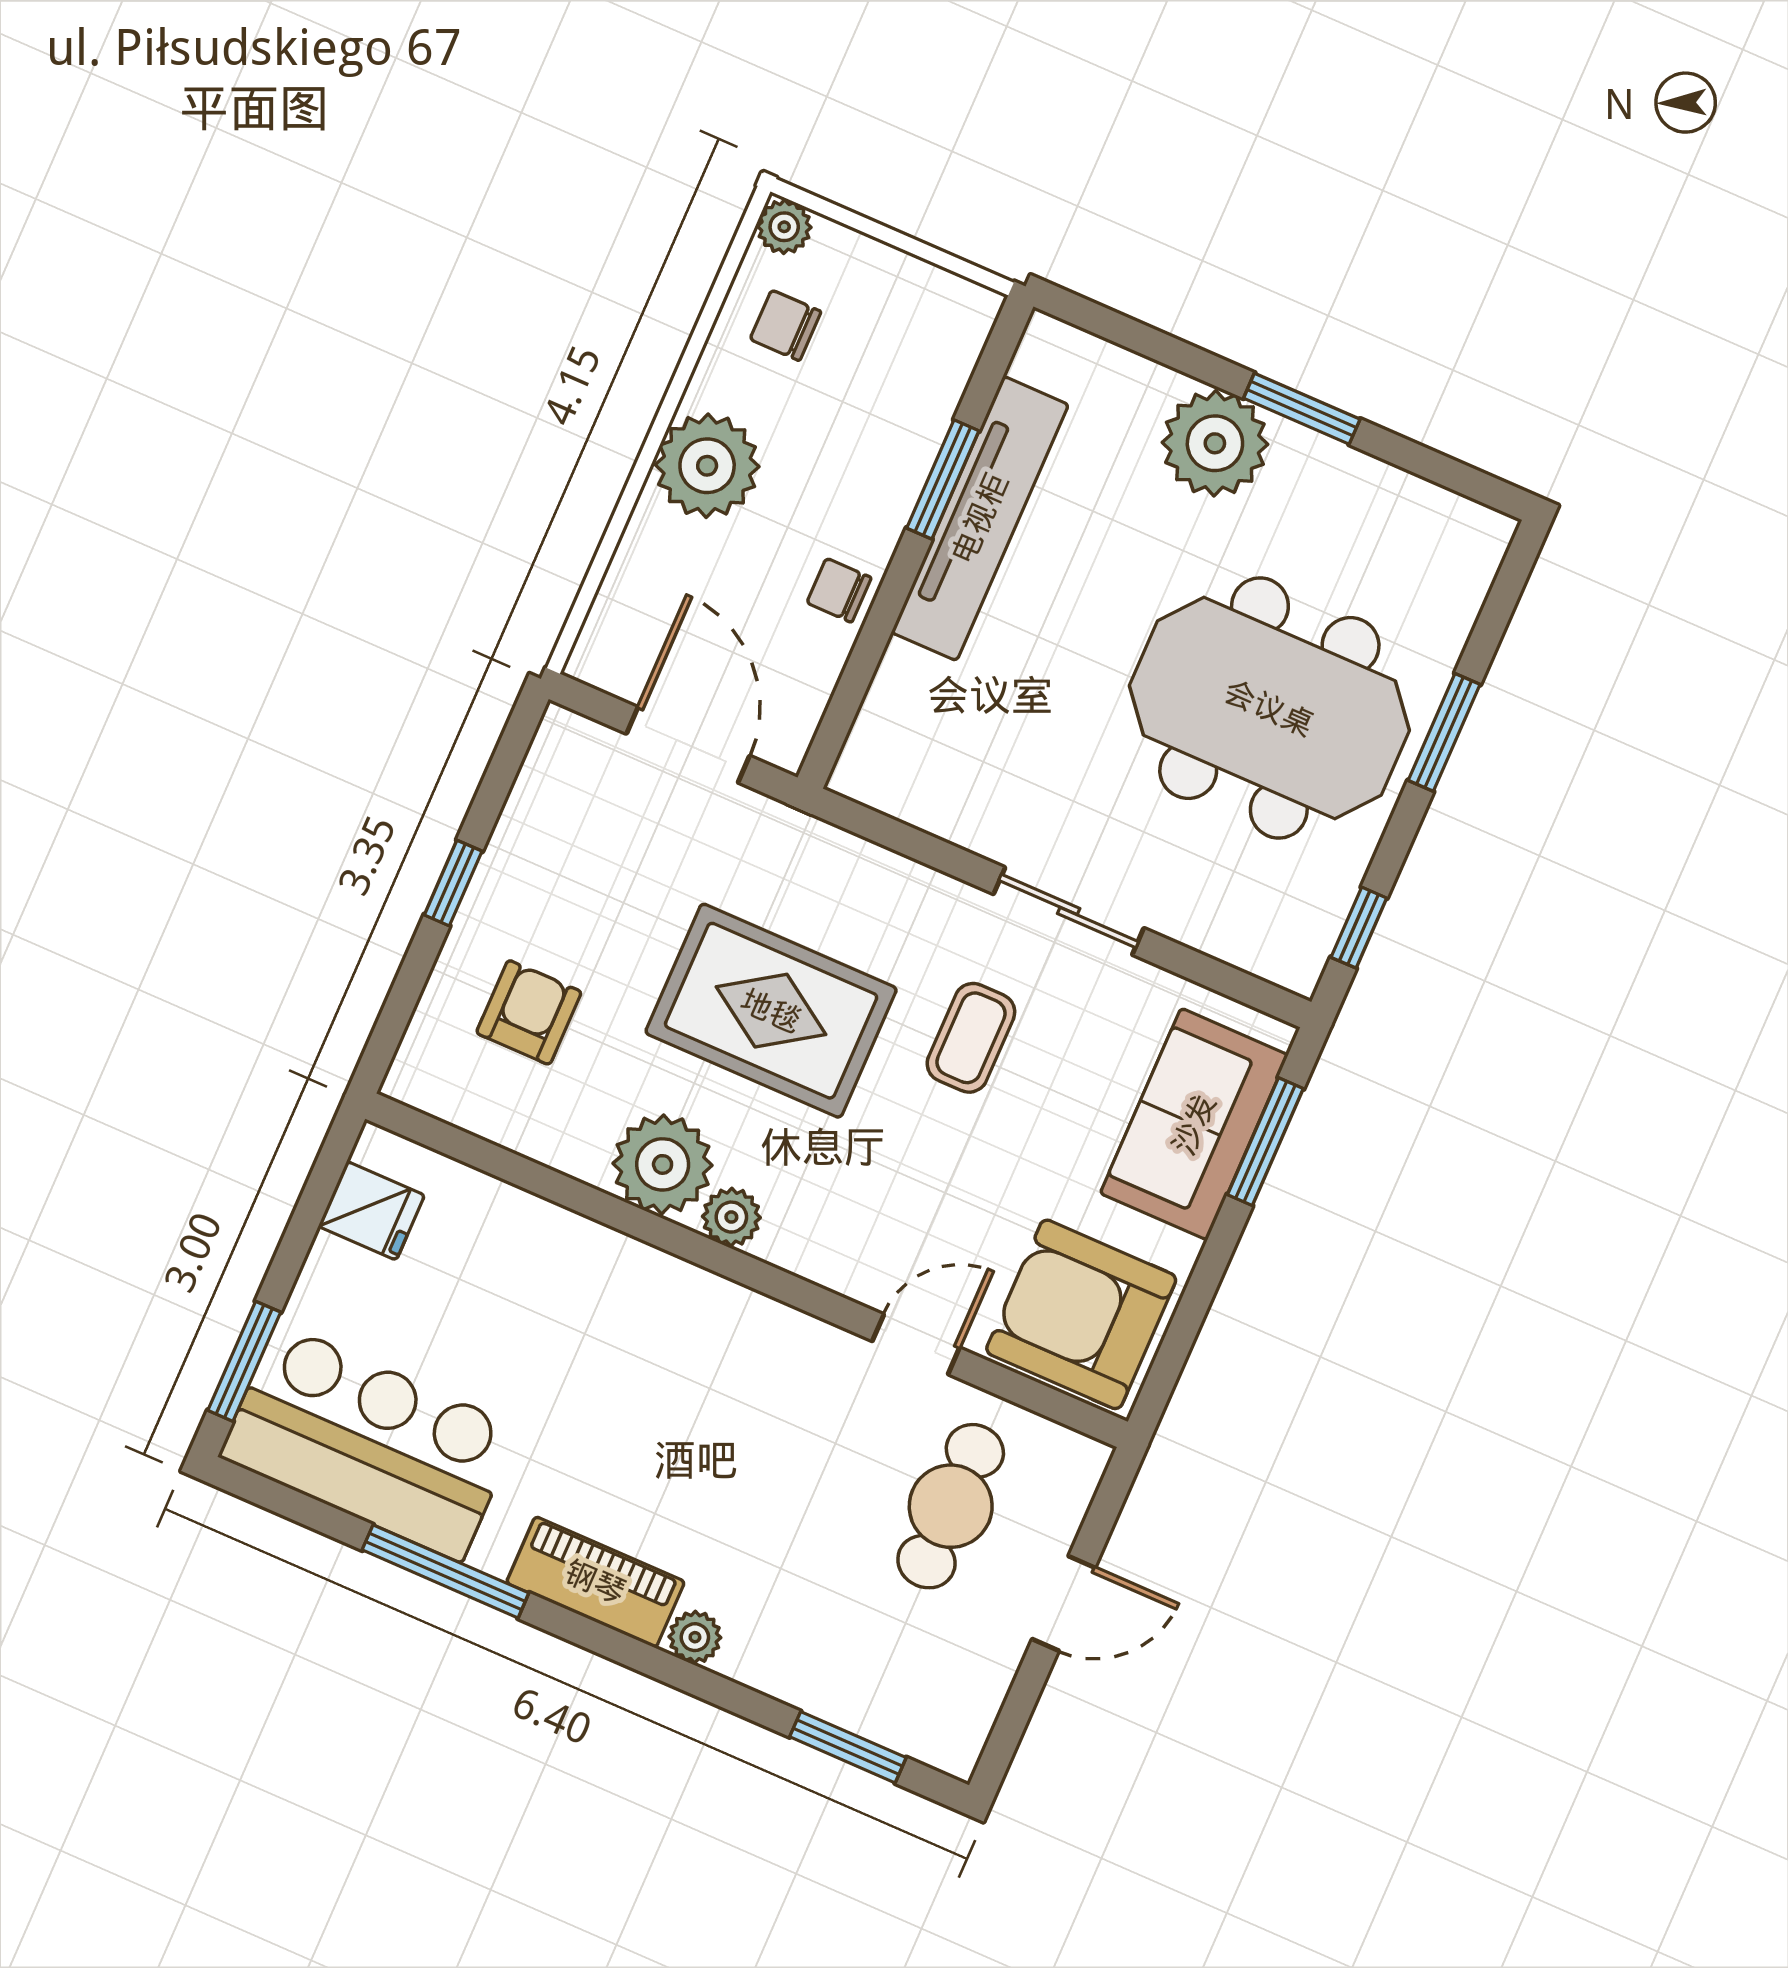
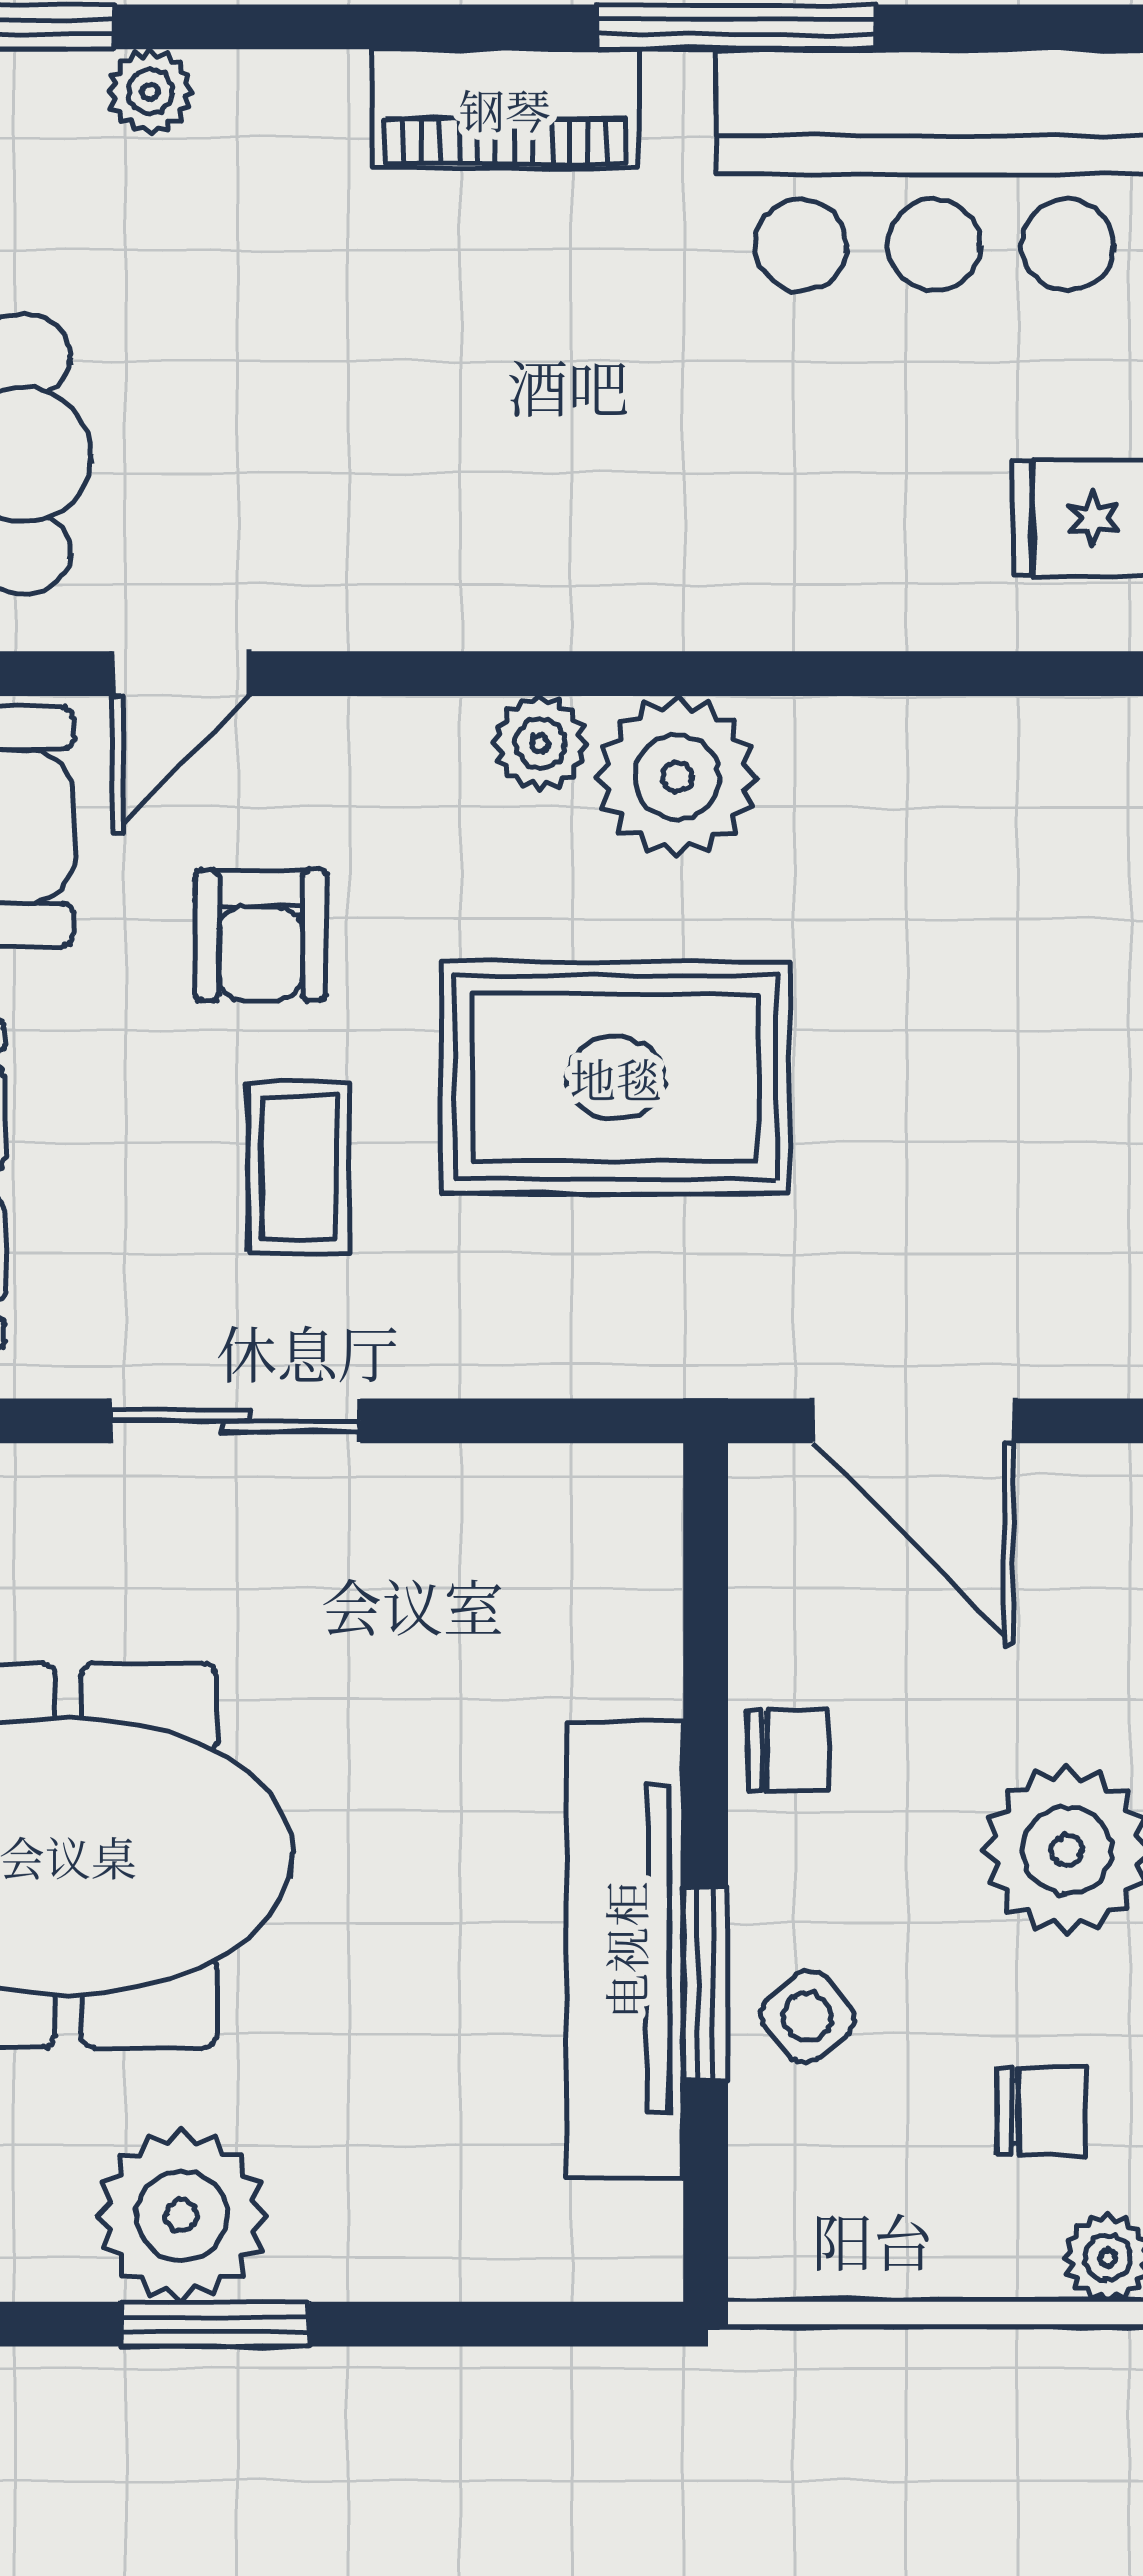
side table: (894, 436) -> (807, 2017), added
plant: (1215, 443) -> (182, 2216), moved
armchair: (529, 1012) -> (261, 935), moved
plant: (695, 1637) -> (150, 91), moved

